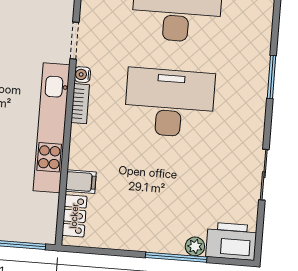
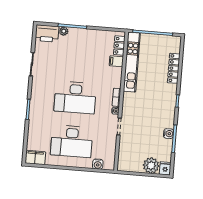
kitchen unit: (52, 128) -> (132, 62), moved

